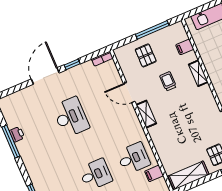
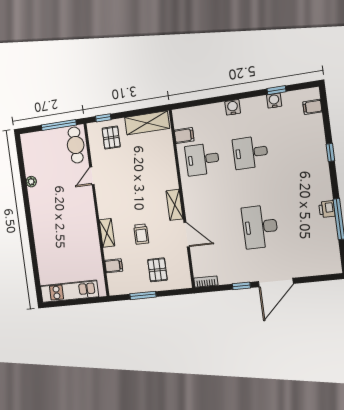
window: (152, 30) -> (143, 295), width x0.69
printer: (17, 134) -> (327, 209), moved

